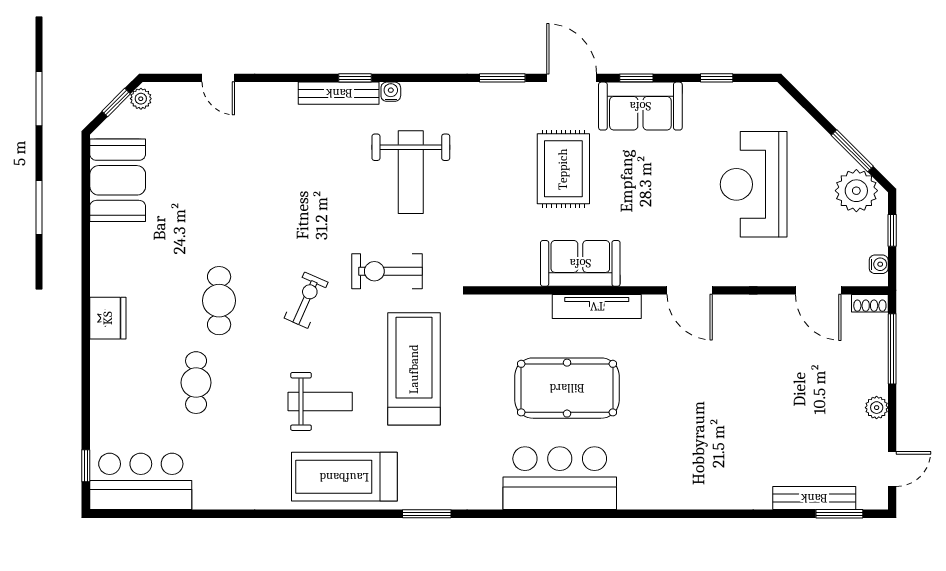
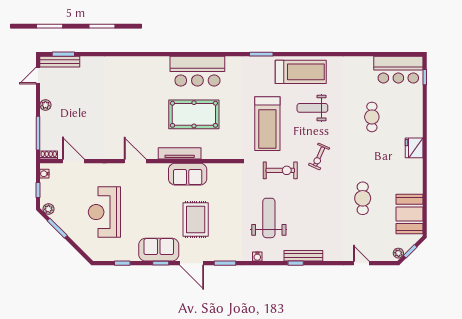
water cooler: (391, 92) -> (257, 256), moved
reception desk: (754, 184) -> (104, 212), turned 180
plant: (856, 191) -> (48, 209), width x0.53, depth x0.53
cafe table: (219, 301) -> (363, 198), moved
bench: (814, 498) -> (60, 62), moved

